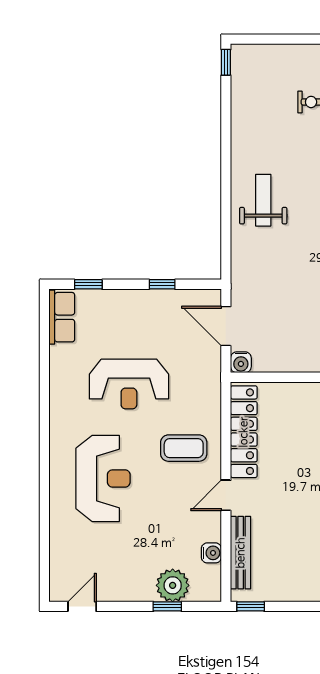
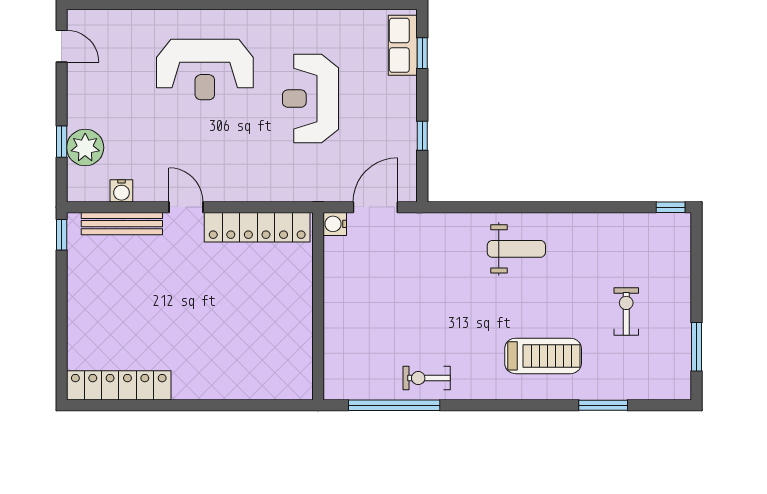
row of seats: (62, 317) -> (403, 45), moved, turned 90
coffee table: (184, 448) -> (239, 160), removed

